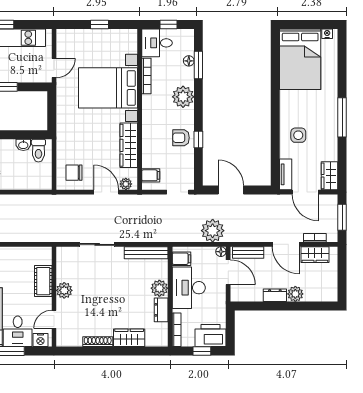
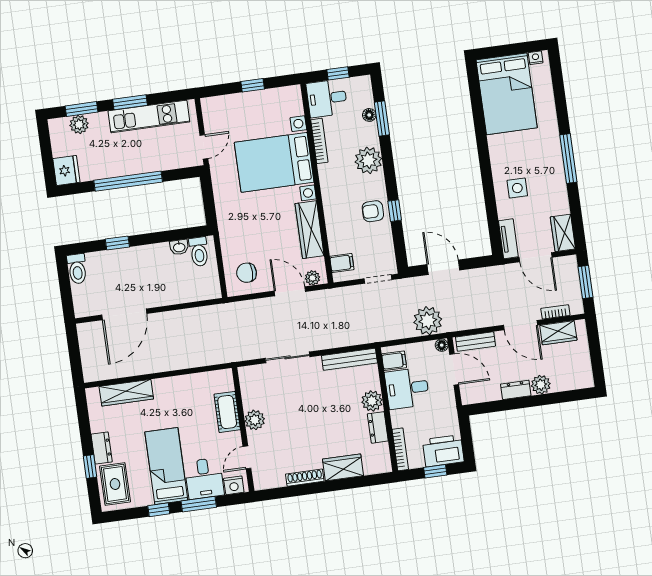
desk: (189, 288) -> (407, 388), width x0.73

